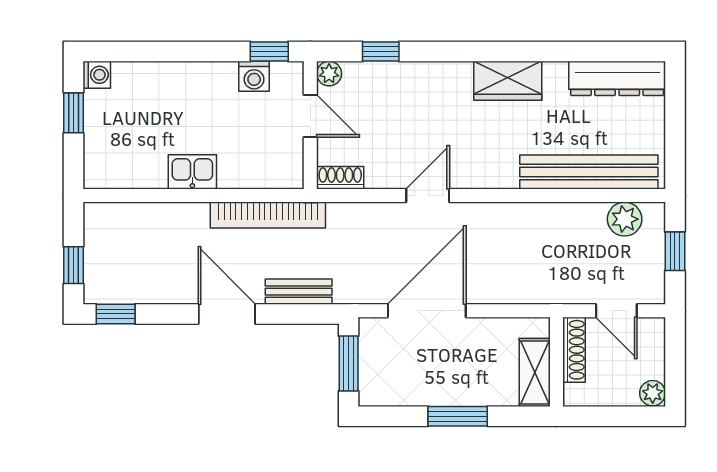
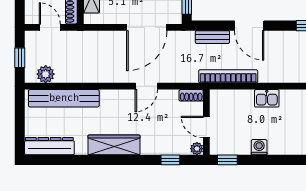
washing machine: (254, 76) -> (259, 147), moved
wardrobe: (508, 81) -> (114, 145), width x1.50

